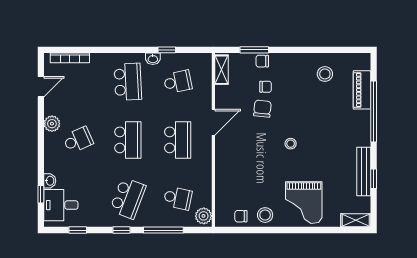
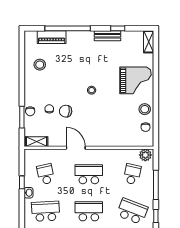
bench: (364, 172) -> (108, 36), width x0.73

